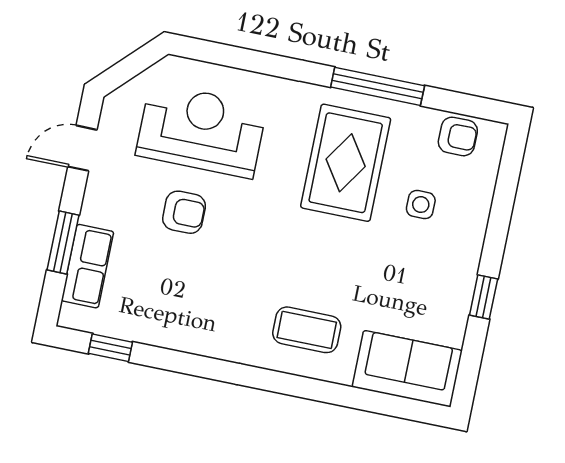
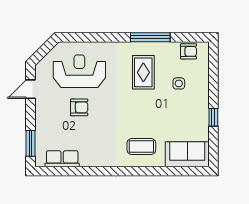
rug: (346, 163) -> (143, 72), width x0.73, depth x0.70
window: (63, 243) -> (30, 143), moved
row of seats: (88, 266) -> (62, 159), moved, turned -90
window: (110, 348) -> (60, 171), removed

